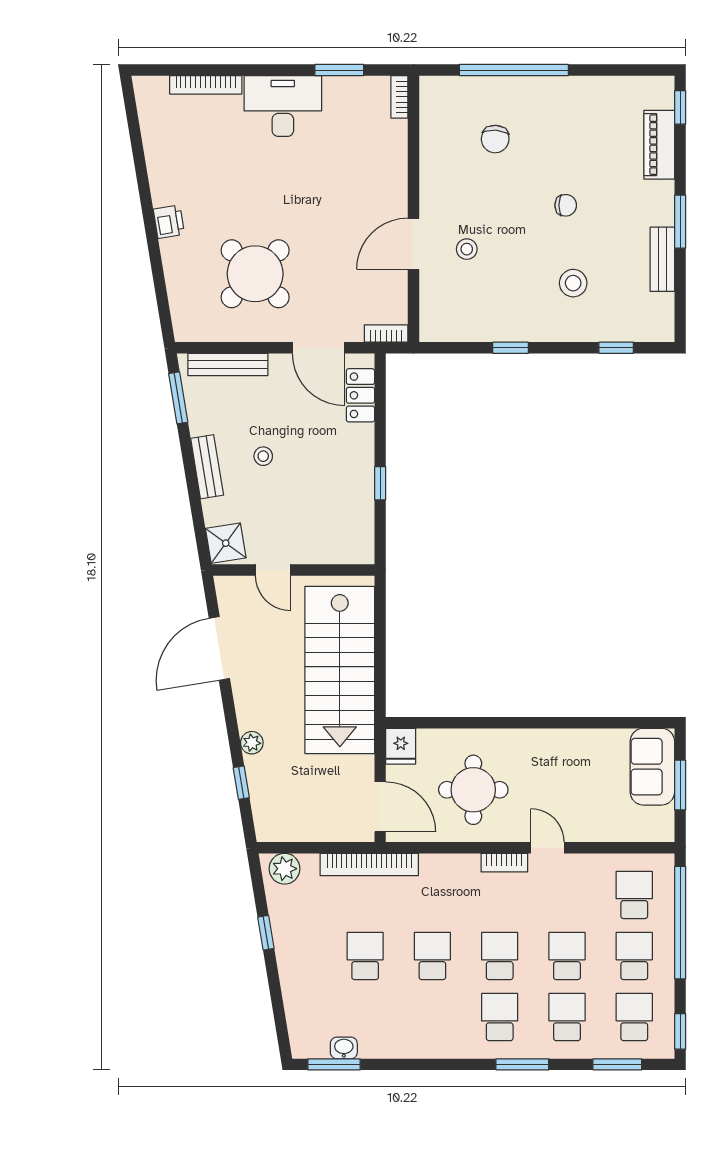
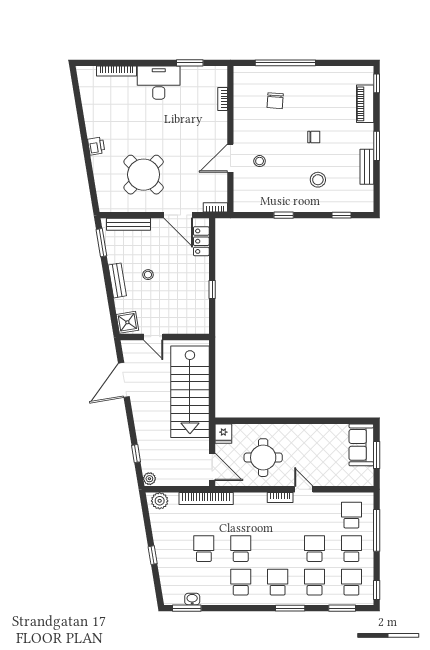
bookcase: (399, 97) -> (223, 99), moved
plant: (252, 743) -> (149, 479), moved
window: (680, 923) -> (377, 530), width x0.68
window: (266, 933) -> (153, 555), moved
school desk: (500, 956) -> (241, 582), moved

